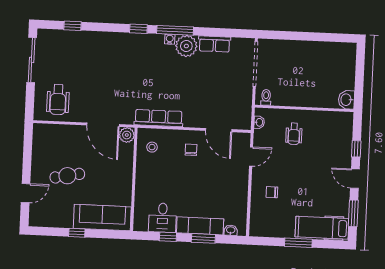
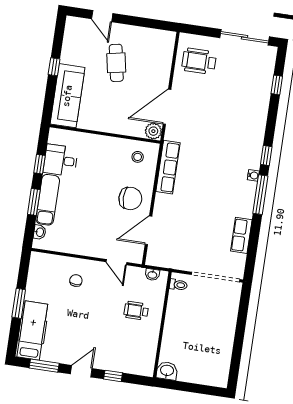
water cooler: (170, 39) -> (253, 175), moved
plant: (186, 46) -> (242, 205), removed
chair: (191, 150) -> (130, 198), width x1.87, depth x1.87

